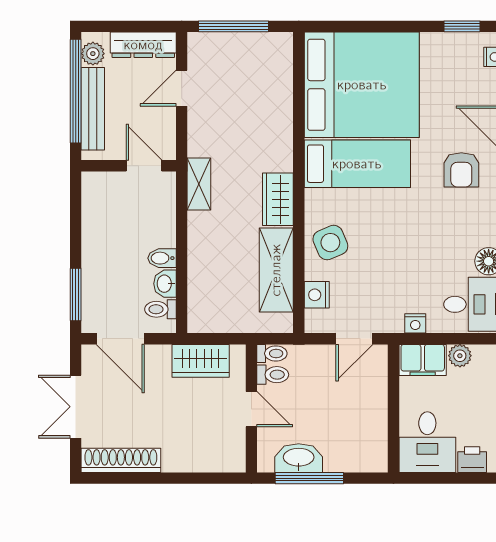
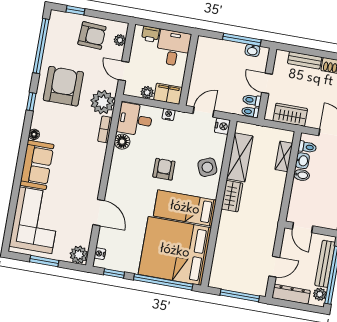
window: (373, 26) -> (163, 282), added
armchair: (461, 170) -> (164, 169), moved
shelving: (199, 184) -> (284, 156), moved
nightstand: (317, 295) -> (222, 126), moved
washbasin: (299, 458) -> (252, 50), width x0.52, depth x0.69
bench: (192, 461) -> (305, 60), added

